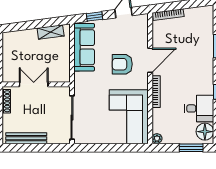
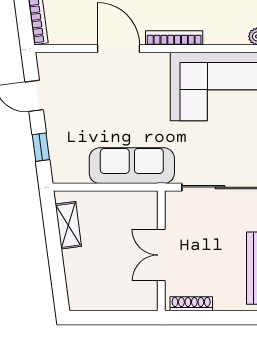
sofa: (84, 47) -> (132, 166), moved
armchair: (122, 64) -> (126, 98), removed

